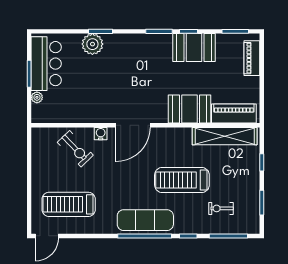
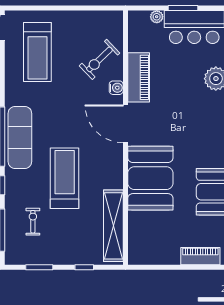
booth: (189, 109) -> (150, 178), width x1.36, depth x1.42
piano: (234, 114) -> (139, 77), moved
treadmill: (69, 204) -> (37, 52), turned 180

